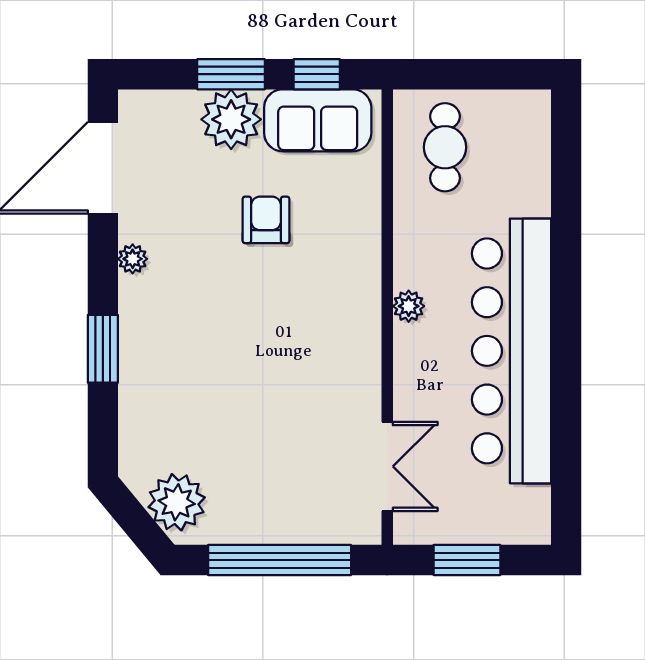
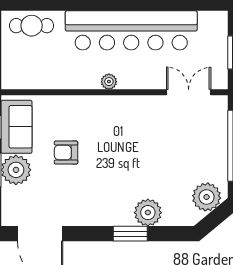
cafe table: (445, 147) -> (32, 26), moved
plant: (133, 259) -> (148, 213), moved, width x1.88, depth x1.88

